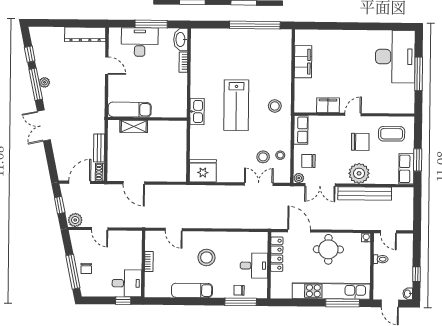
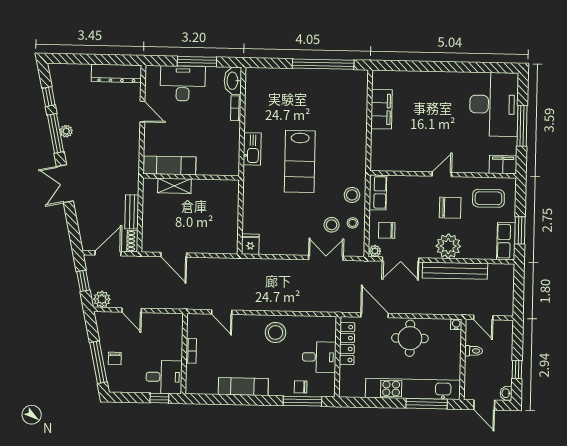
filing cabinet: (328, 105) -> (503, 165), moved
stool: (275, 106) -> (352, 195), moved
kitchen sink: (197, 112) -> (252, 149), moved
fridge: (203, 171) -> (250, 244), width x0.53, depth x0.75
stool: (206, 257) -> (276, 332), moved

